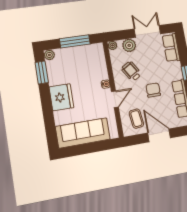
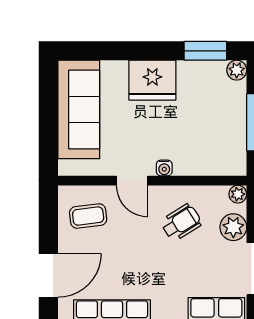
chair: (153, 90) -> (138, 259), removed
door: (159, 135) -> (48, 275), moved

